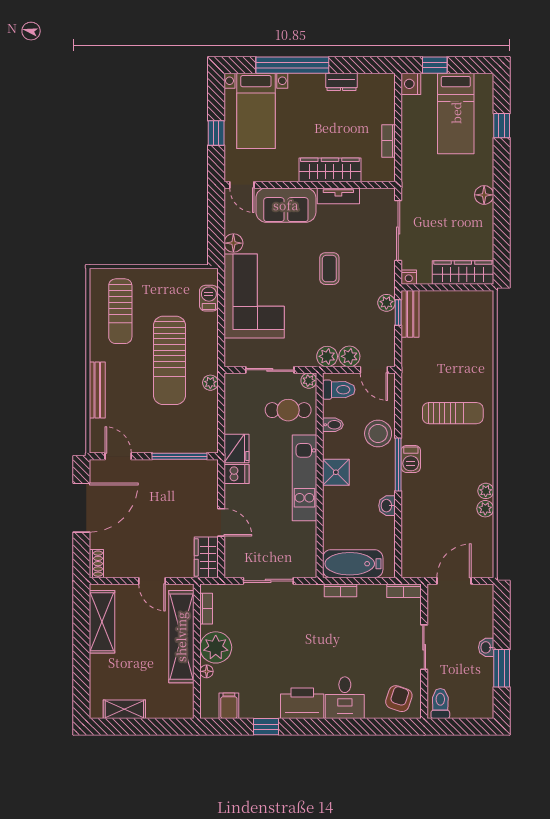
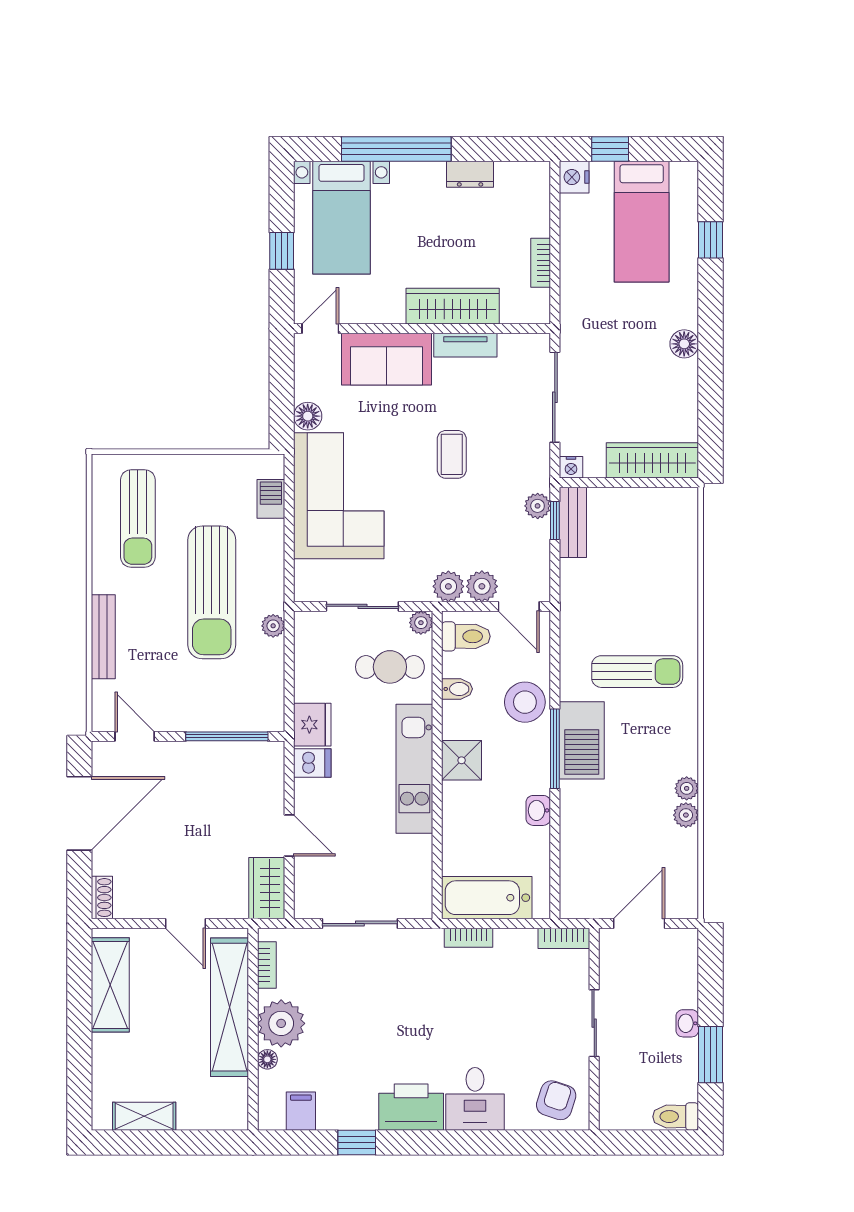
door: (242, 185) -> (320, 329), swing flipped
barbecue: (411, 459) -> (582, 740), width x1.88, depth x1.53
toilet: (440, 703) -> (676, 1117), moved, turned -90

